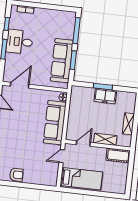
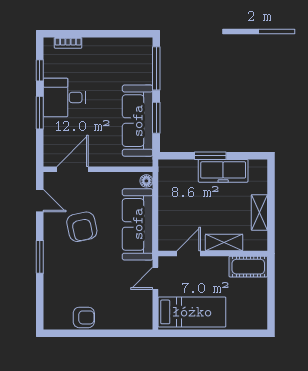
freezer: (105, 96) -> (223, 171), width x1.40
armchair: (21, 120) -> (82, 227), added

